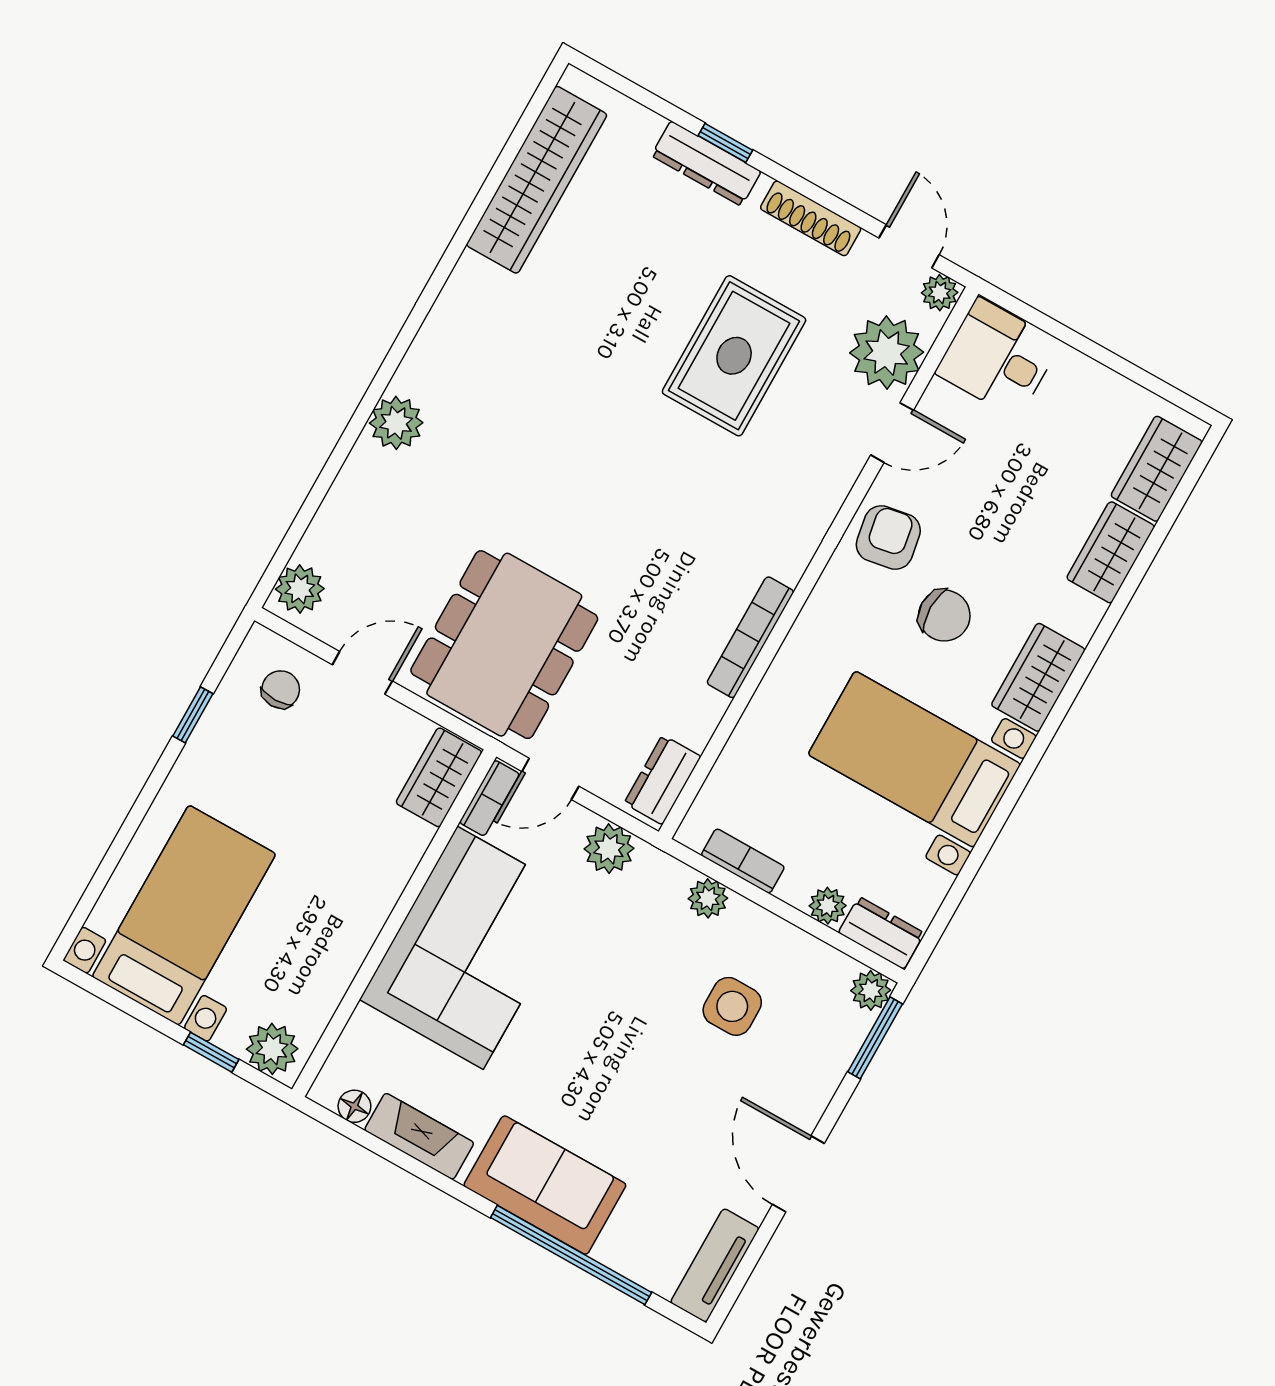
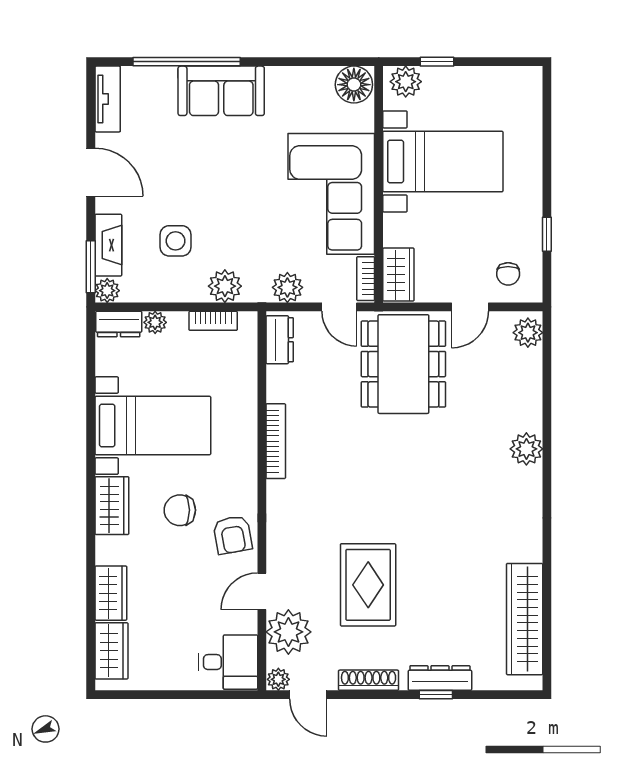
door: (550, 779) -> (339, 307), swing flipped
plant: (708, 898) -> (225, 286), width x1.38, depth x1.38
bed with nightstands: (184, 915) -> (443, 161), moved, turned -90
floor lamp: (354, 1106) -> (354, 85), width x1.89, depth x1.89
fireplace: (419, 1136) -> (108, 245), moved, turned -90

